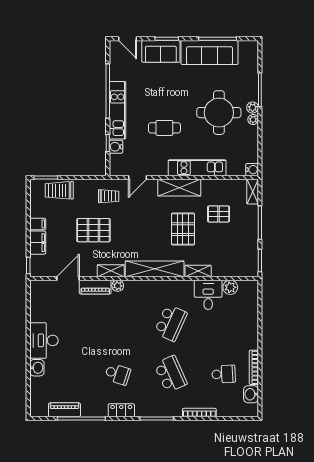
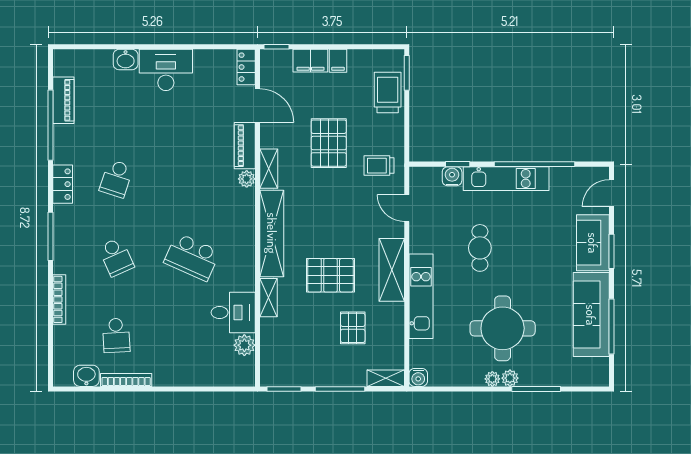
trolley: (109, 196) -> (379, 166), turned 90
locker: (42, 286) -> (246, 67), added
school desk: (171, 374) -> (116, 257), width x0.54

